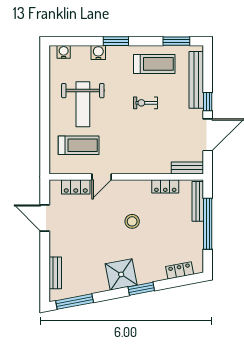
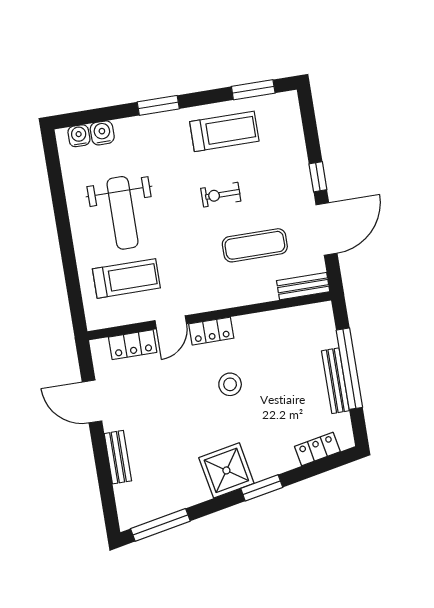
water cooler: (98, 53) -> (102, 133), moved
bench: (196, 80) -> (294, 145), removed
exercise mat: (162, 138) -> (255, 245), added
locker: (165, 186) -> (211, 331), moved
bench: (198, 201) -> (335, 381), moved
bench: (55, 273) -> (118, 457), moved

